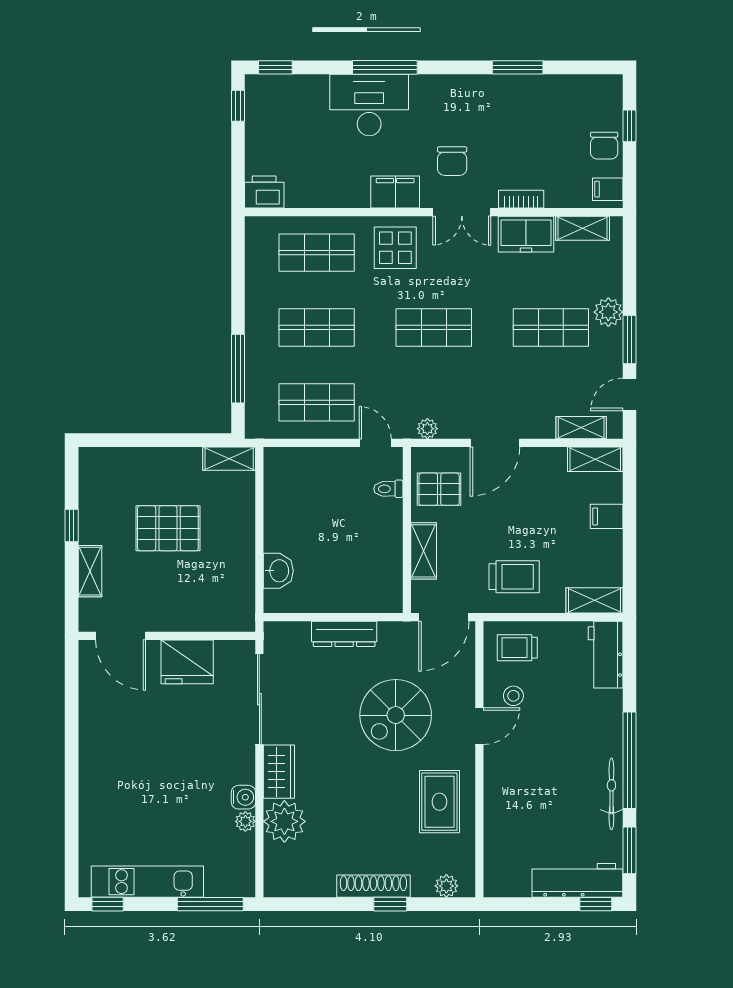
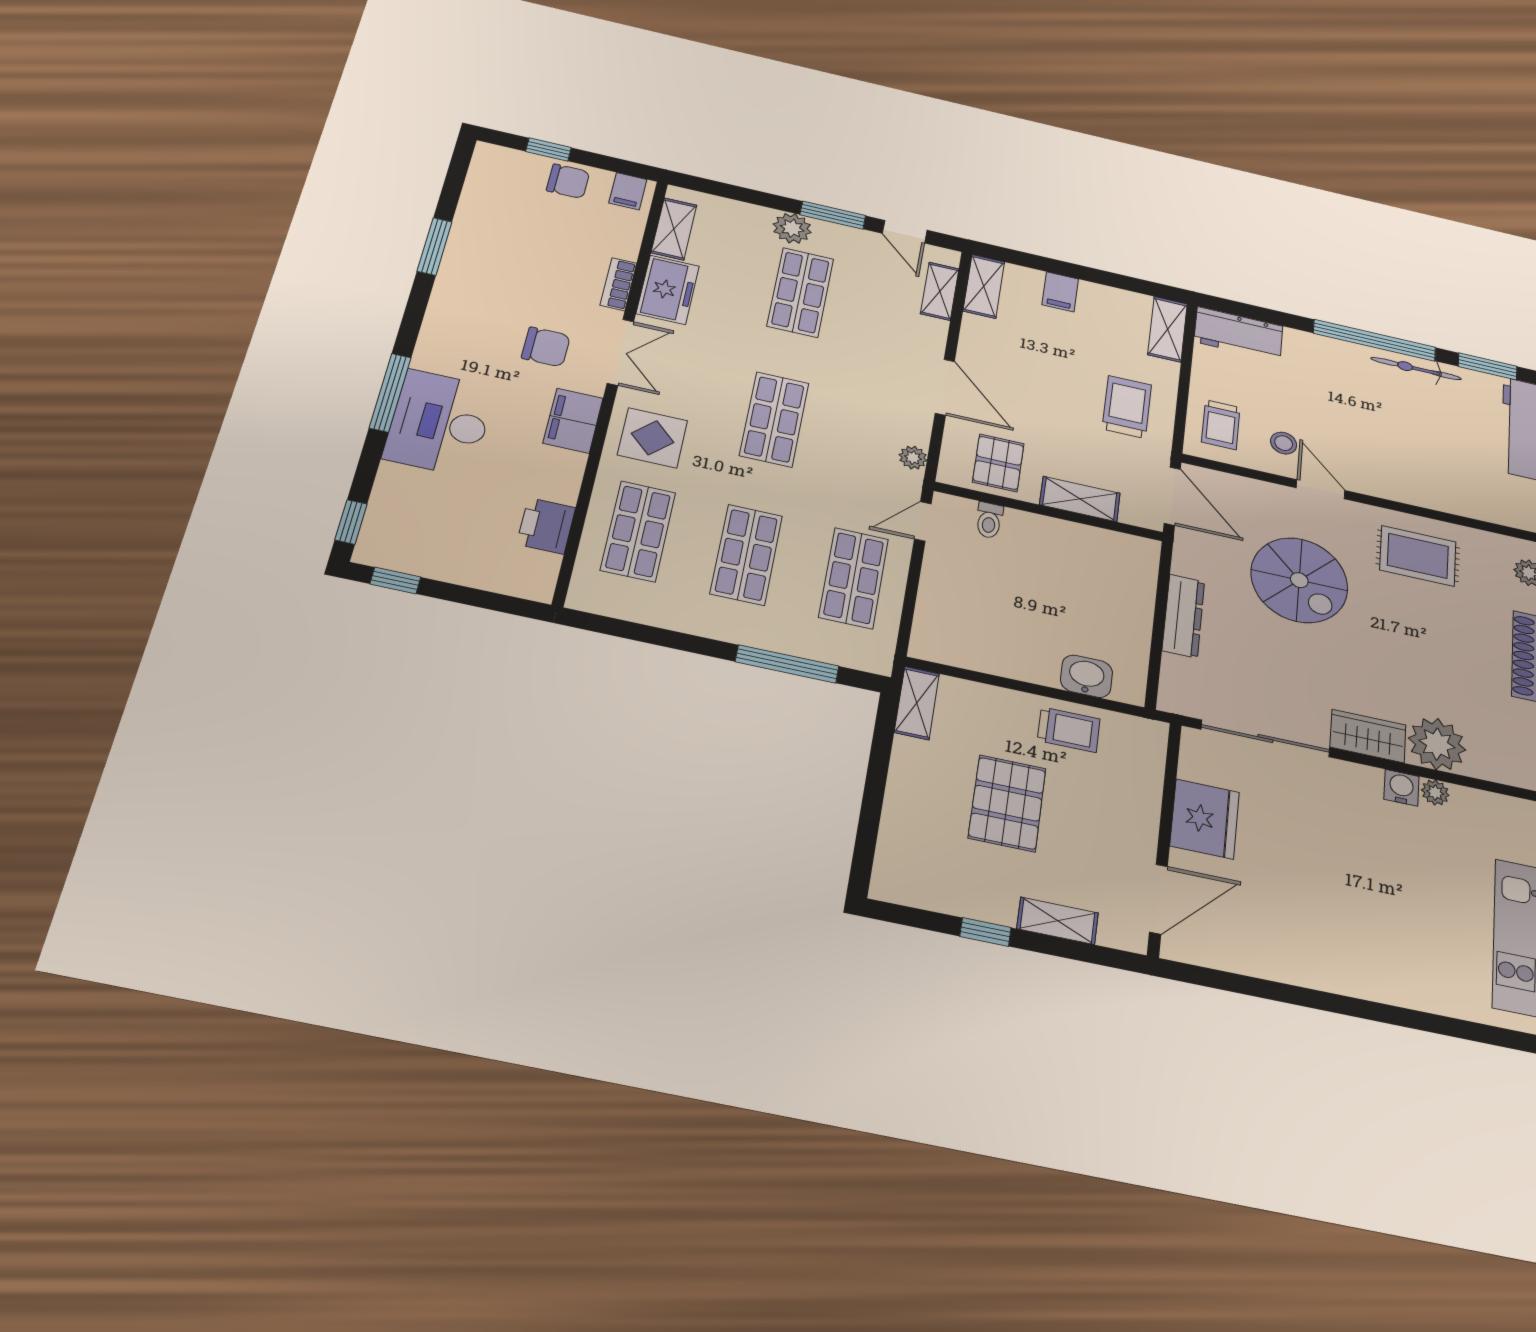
printer: (264, 192) -> (546, 526), moved
trolley: (233, 563) -> (1069, 730), added

